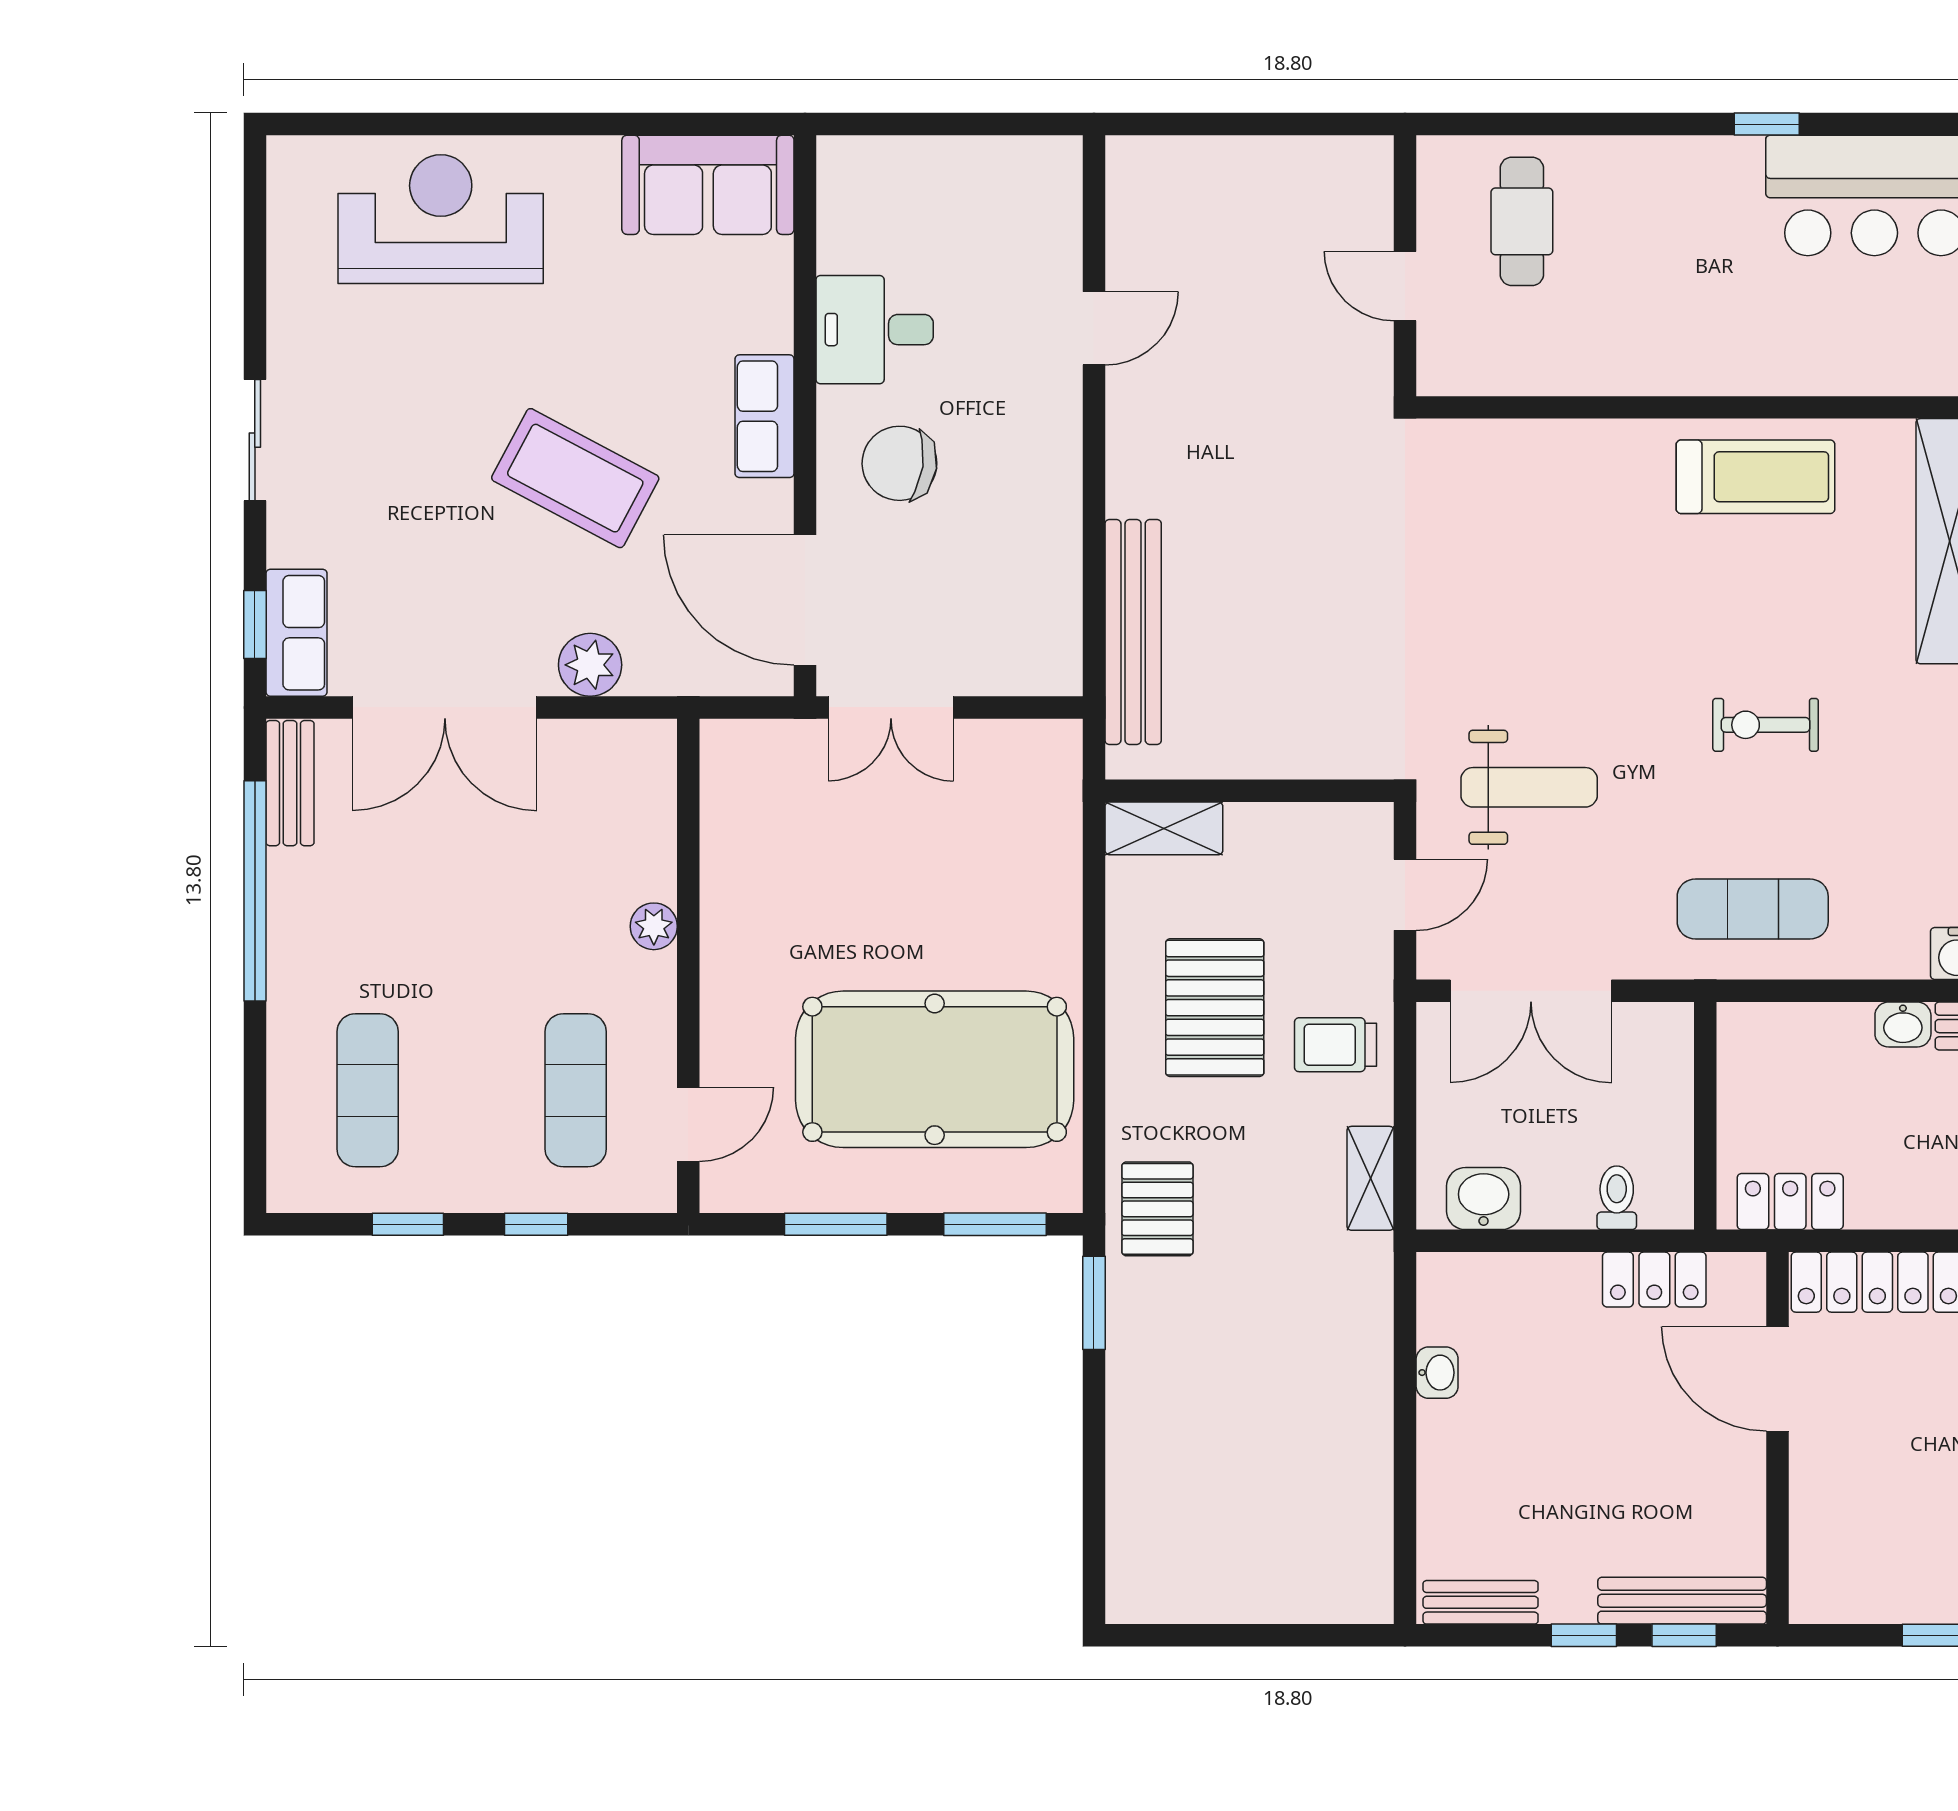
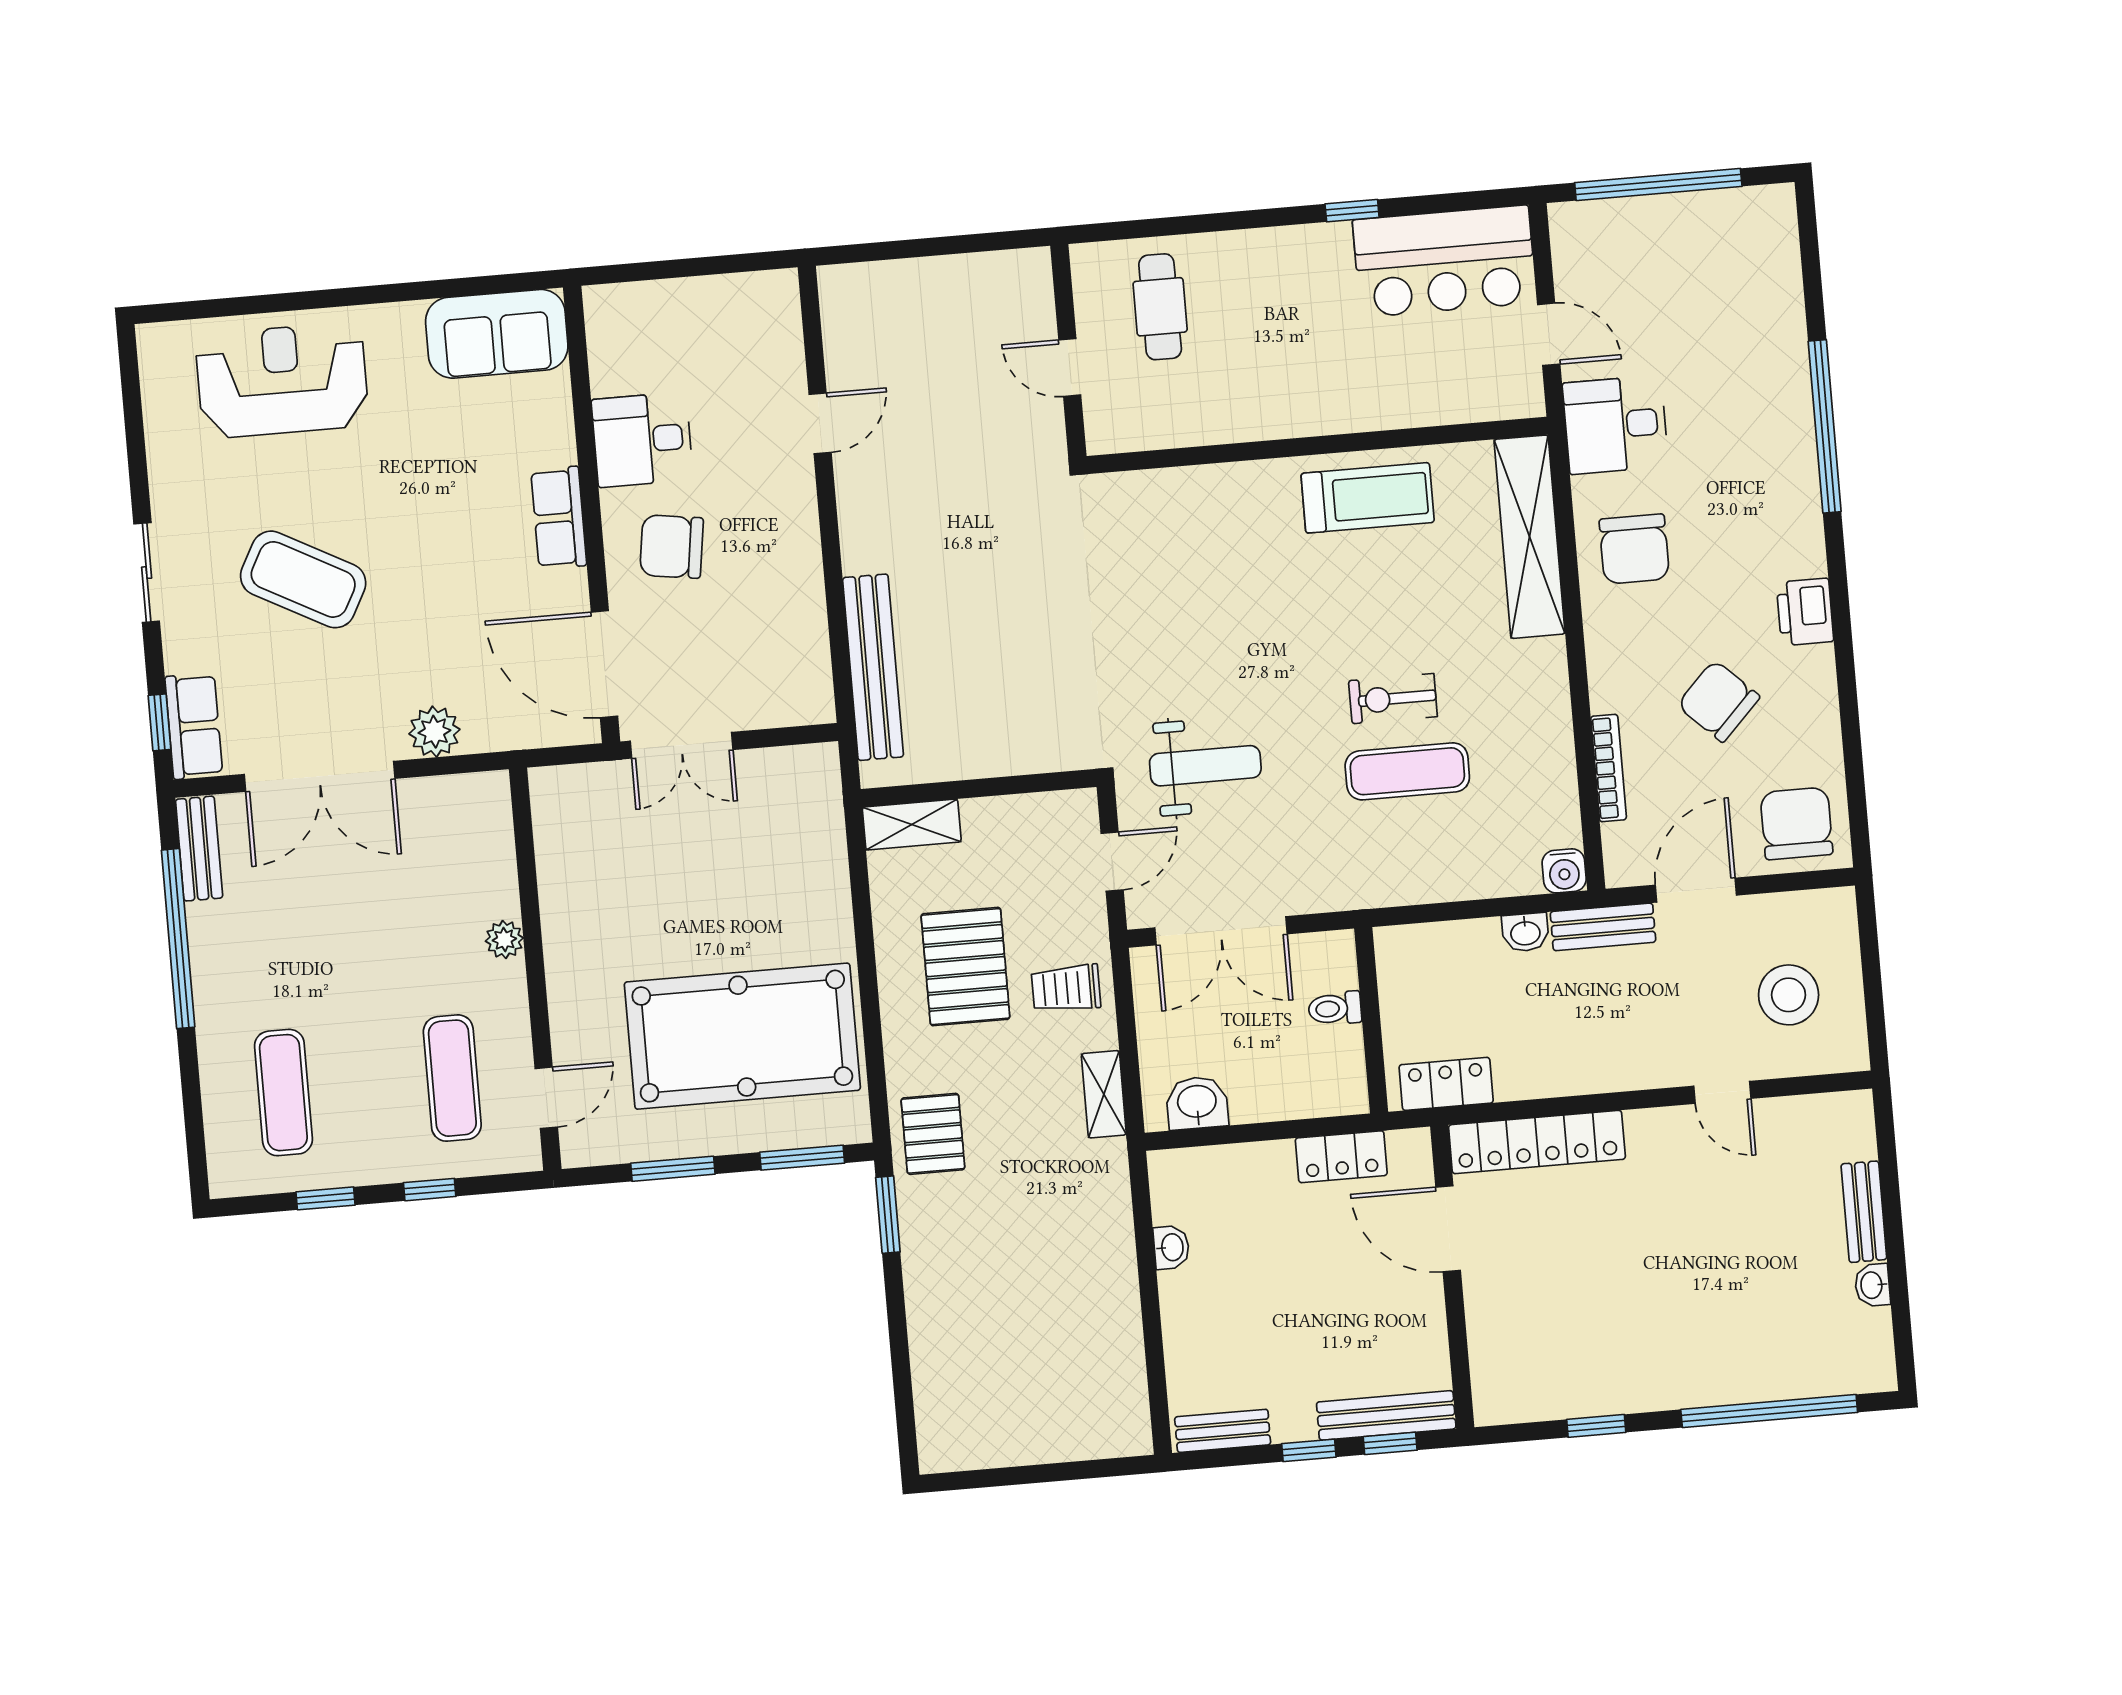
coffee table: (575, 478) -> (303, 579), moved
exercise mat: (1753, 909) -> (1407, 771), moved
toilet: (1617, 1198) -> (1335, 1008), moved, turned -90

